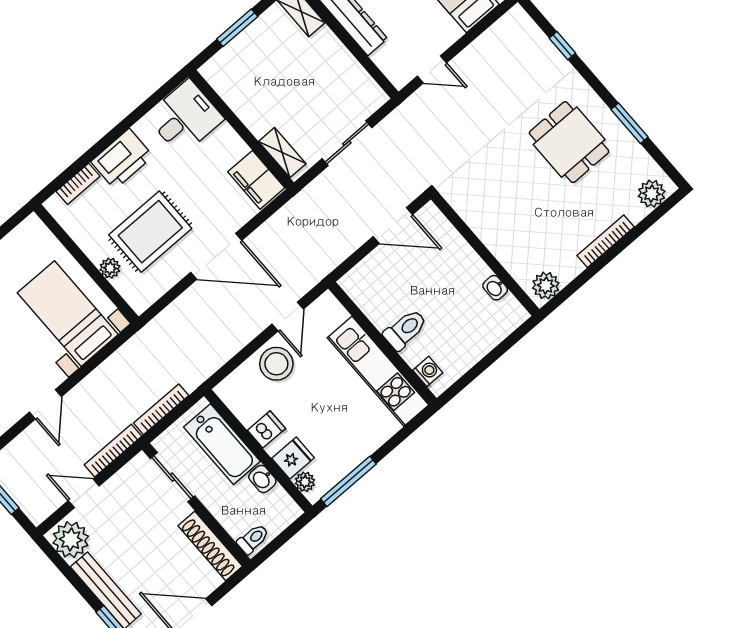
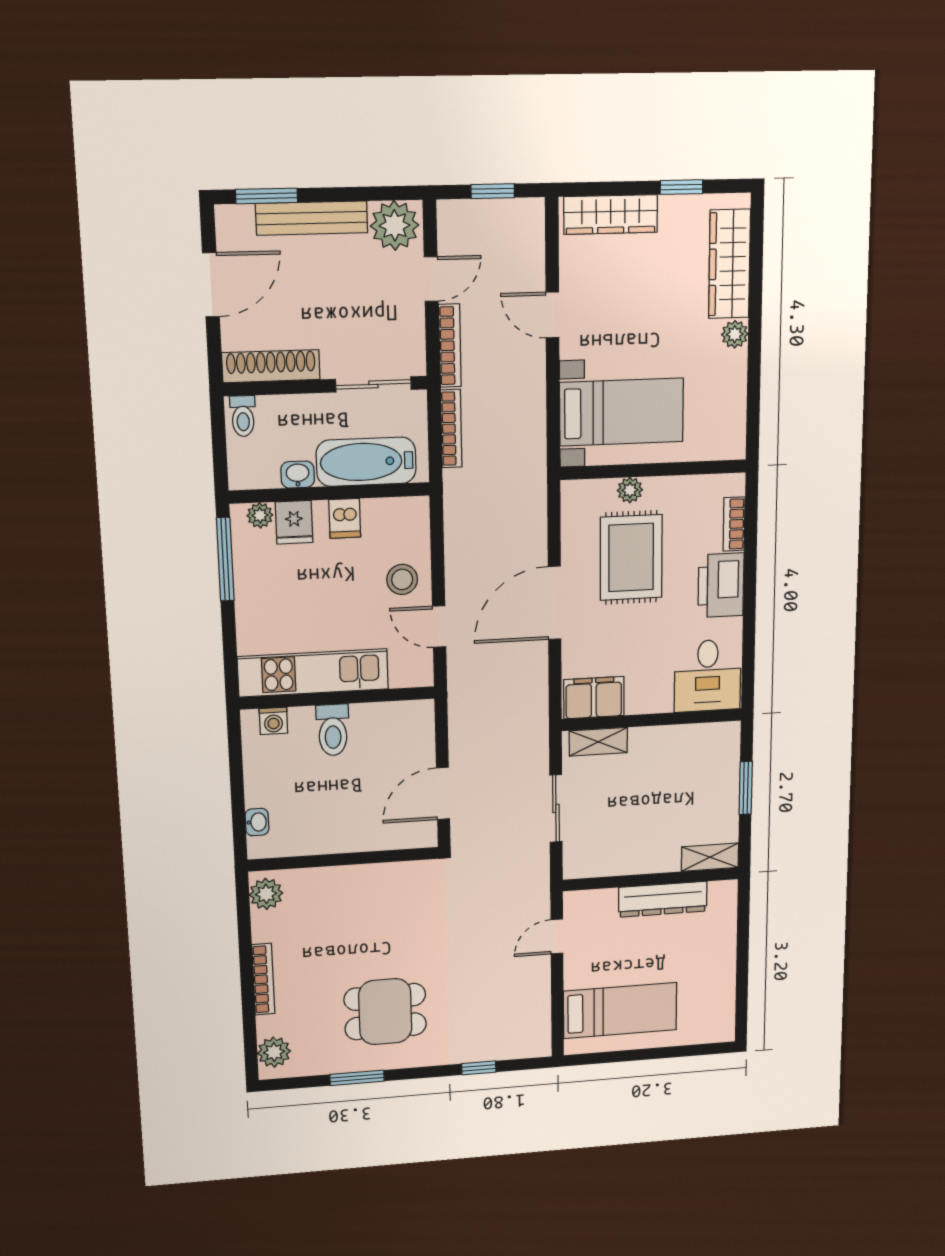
washbasin: (495, 288) -> (257, 822), moved, turned 90
stool: (276, 364) -> (402, 579), width x0.73, depth x0.73

